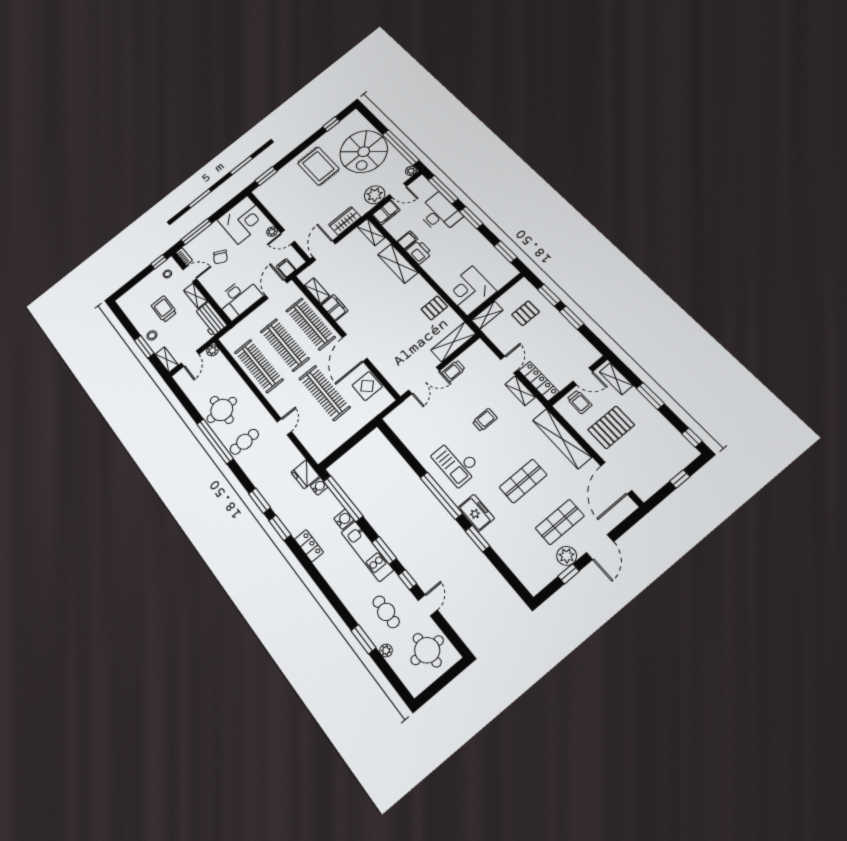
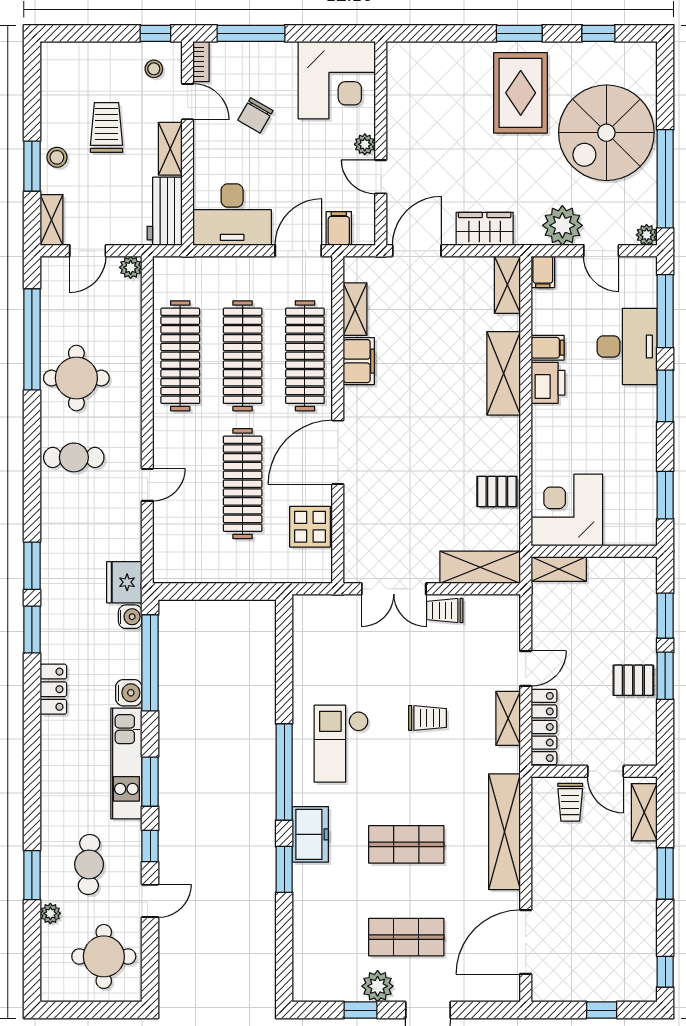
window: (266, 176) -> (519, 33), moved
filing cabinet: (386, 212) -> (543, 272), width x0.50
pallet: (526, 313) -> (633, 680), moved
pallet: (611, 427) -> (579, 871), removed
window: (215, 441) -> (32, 339), moved

